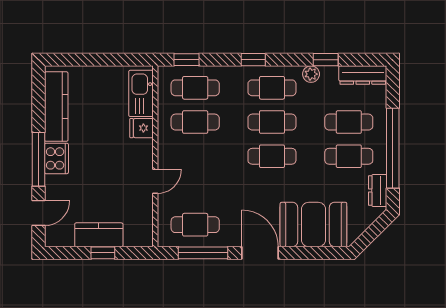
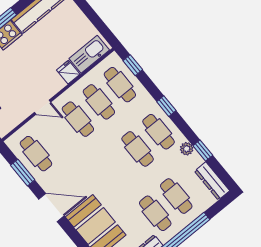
cafe table: (272, 156) -> (78, 119), moved
window: (203, 253) -> (23, 173), width x0.69
door: (260, 253) -> (51, 207), hinge flipped

